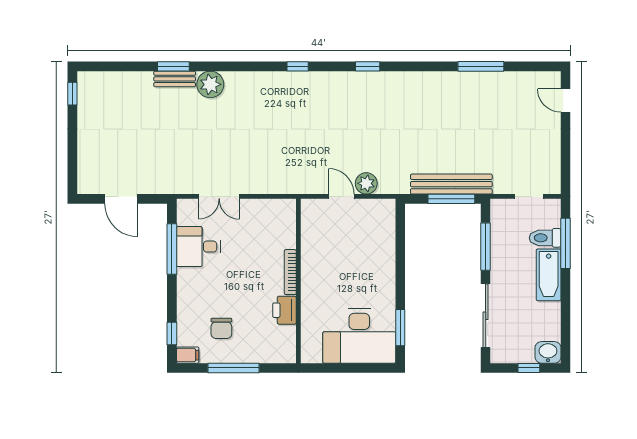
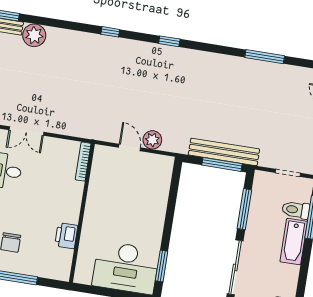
bookcase: (290, 272) -> (83, 162), moved

